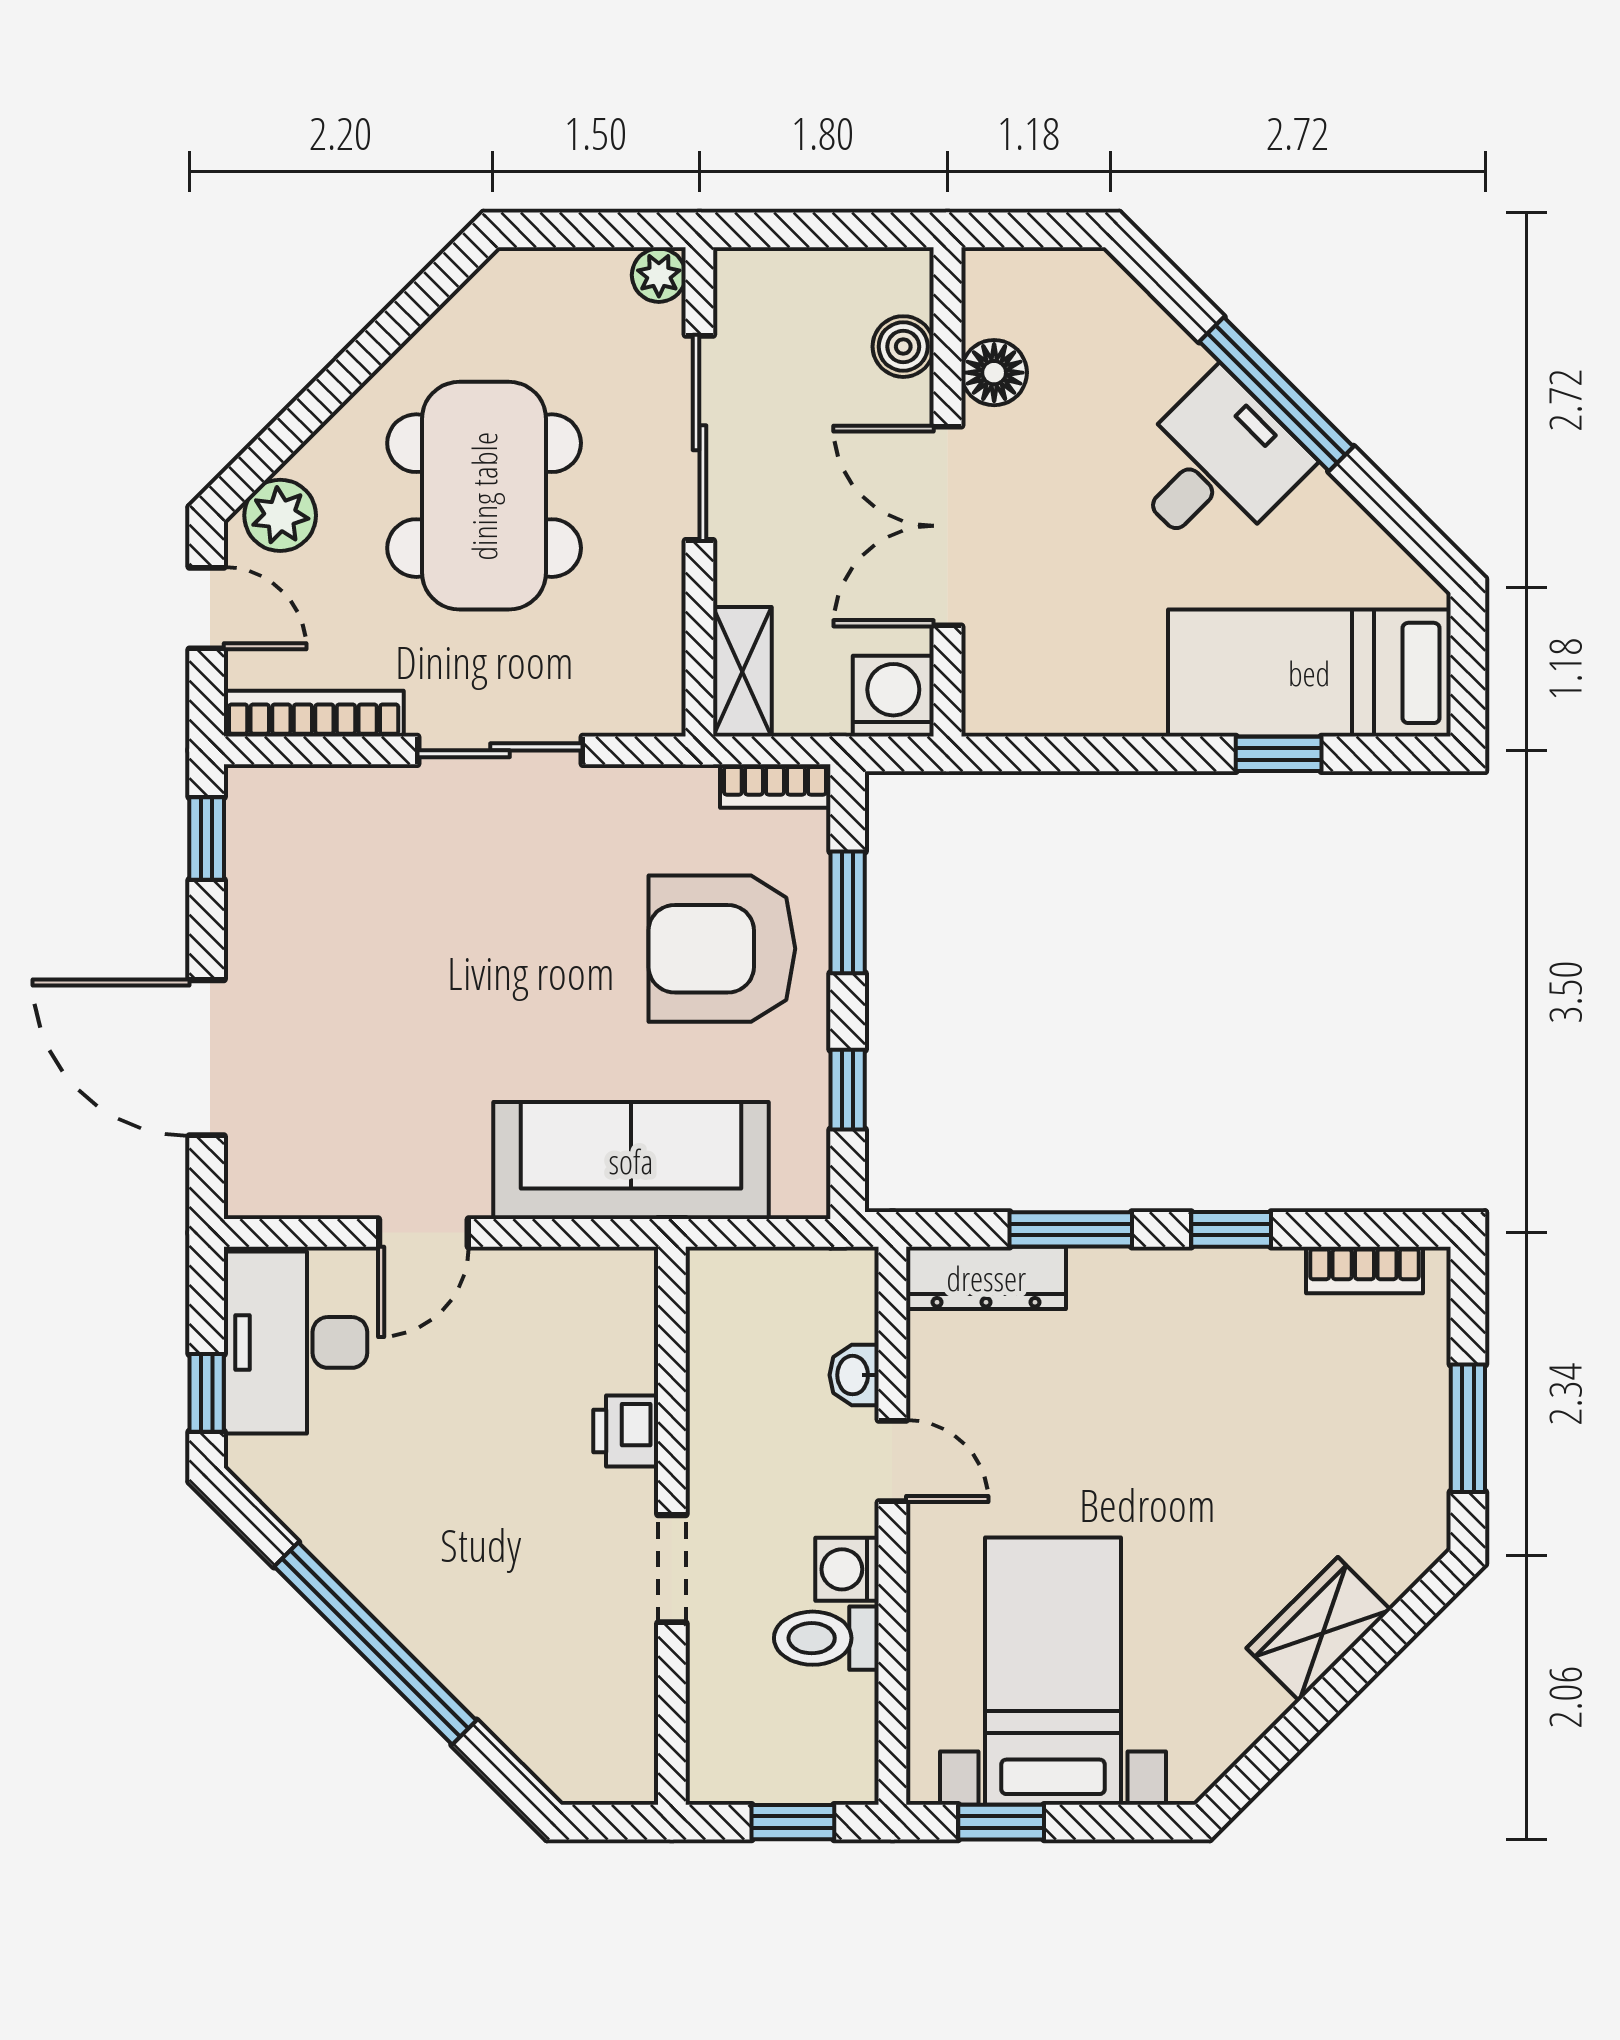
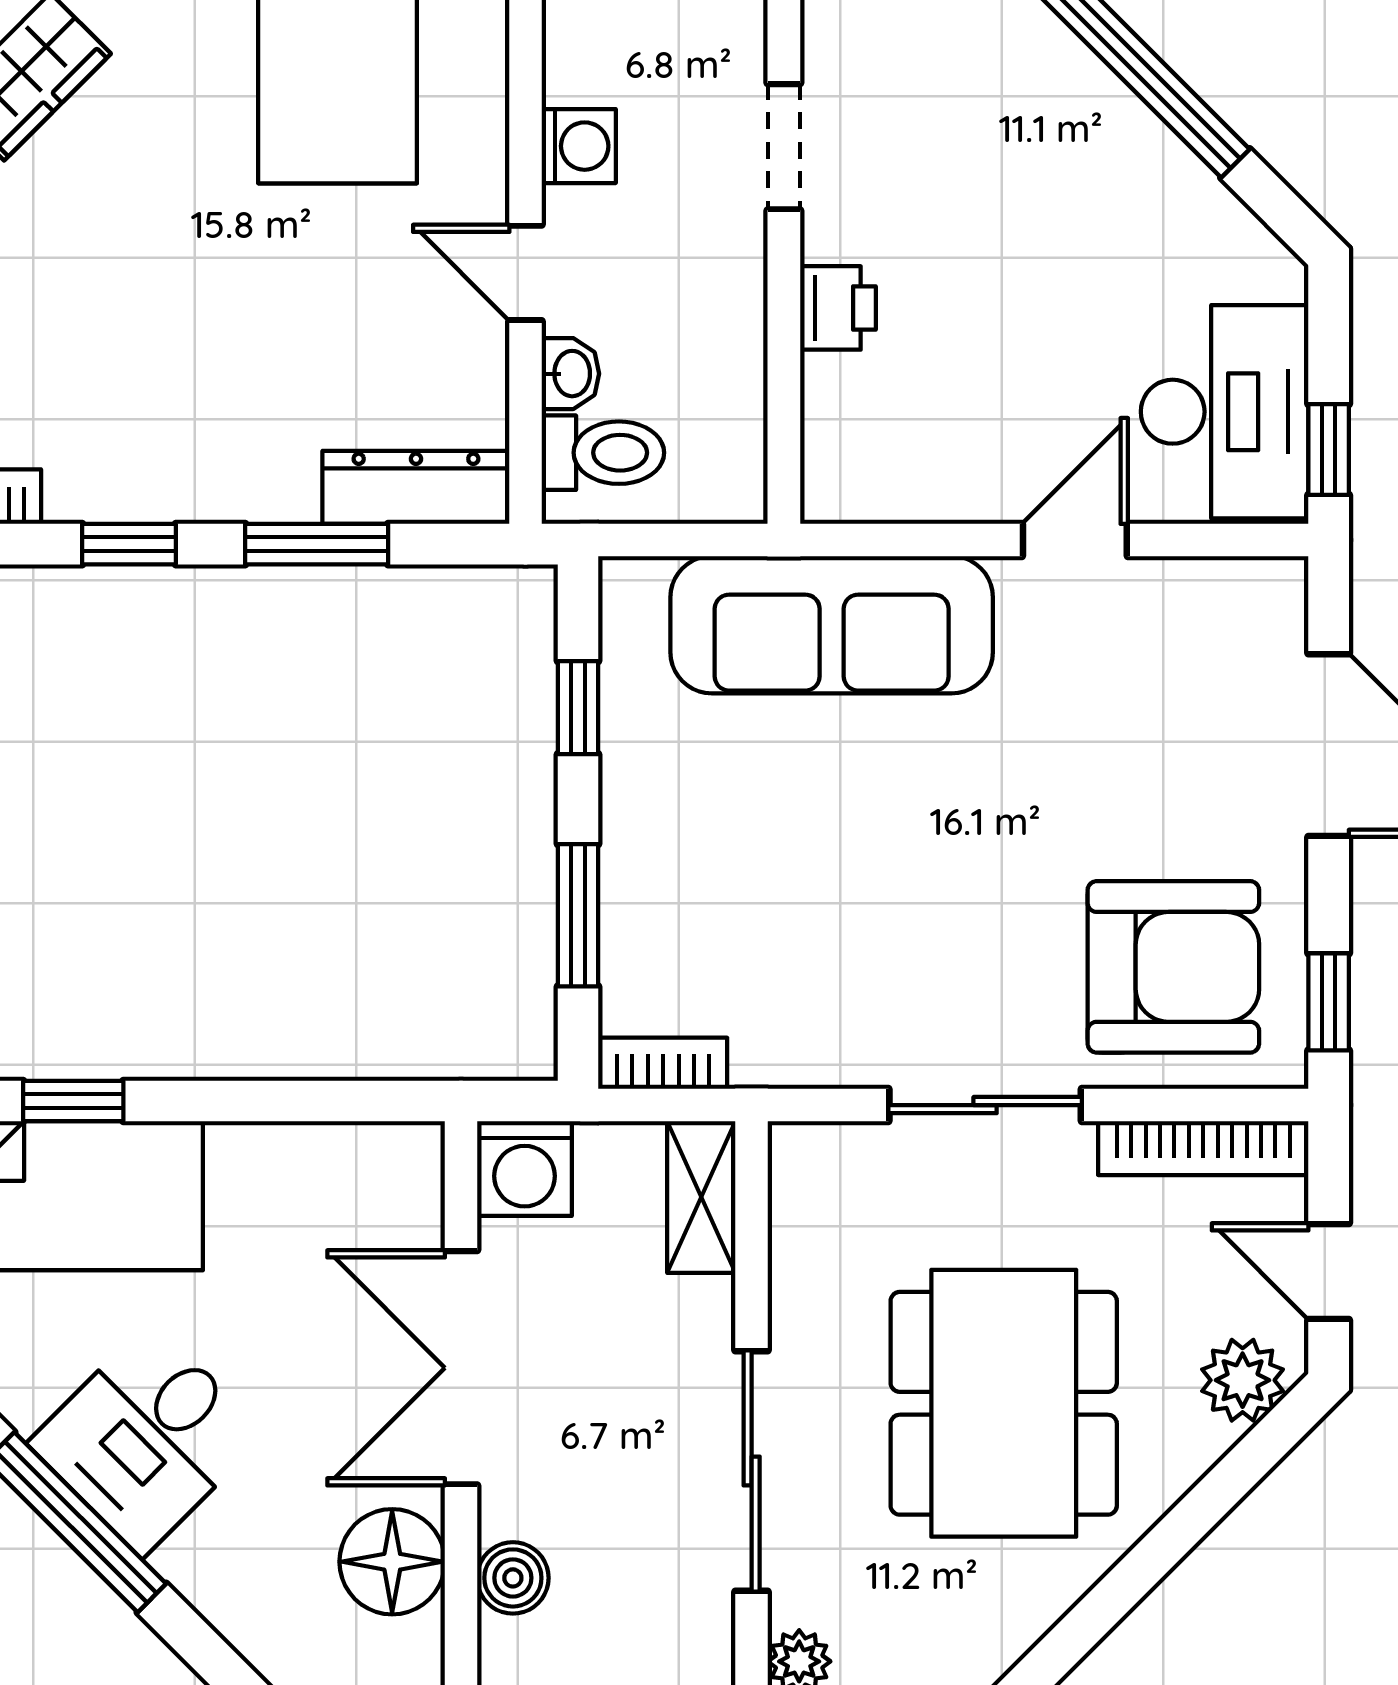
floor lamp: (994, 373) -> (392, 1562), width x1.38, depth x1.38
double door: (948, 526) -> (461, 1368), swing flipped
armchair: (722, 949) -> (1173, 967), moved
window: (207, 1393) -> (1329, 450), moved
toilet: (826, 1638) -> (603, 453), moved

